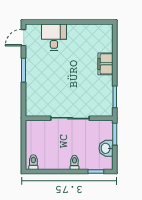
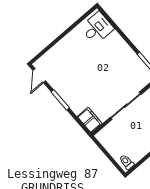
desk: (54, 37) -> (97, 28), moved, turned 90
filing cabinet: (105, 64) -> (90, 120), moved, turned 180

